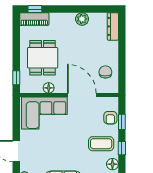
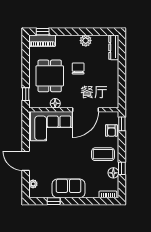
chair: (105, 72) -> (78, 69), moved
door: (82, 95) -> (85, 110), swing flipped
window: (122, 122) -> (122, 124), moved
window: (122, 148) -> (122, 168), moved

